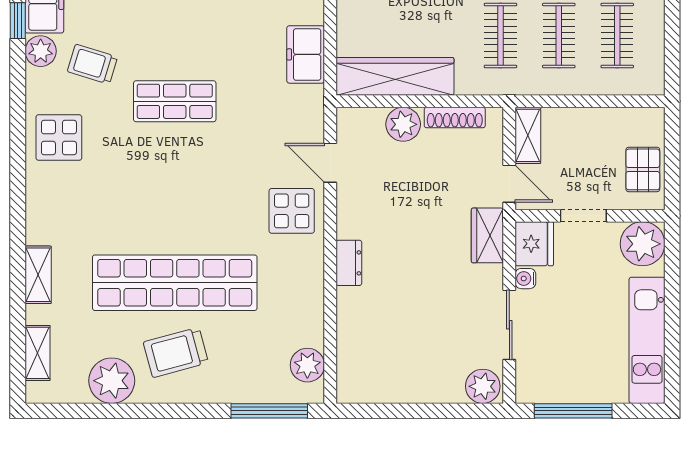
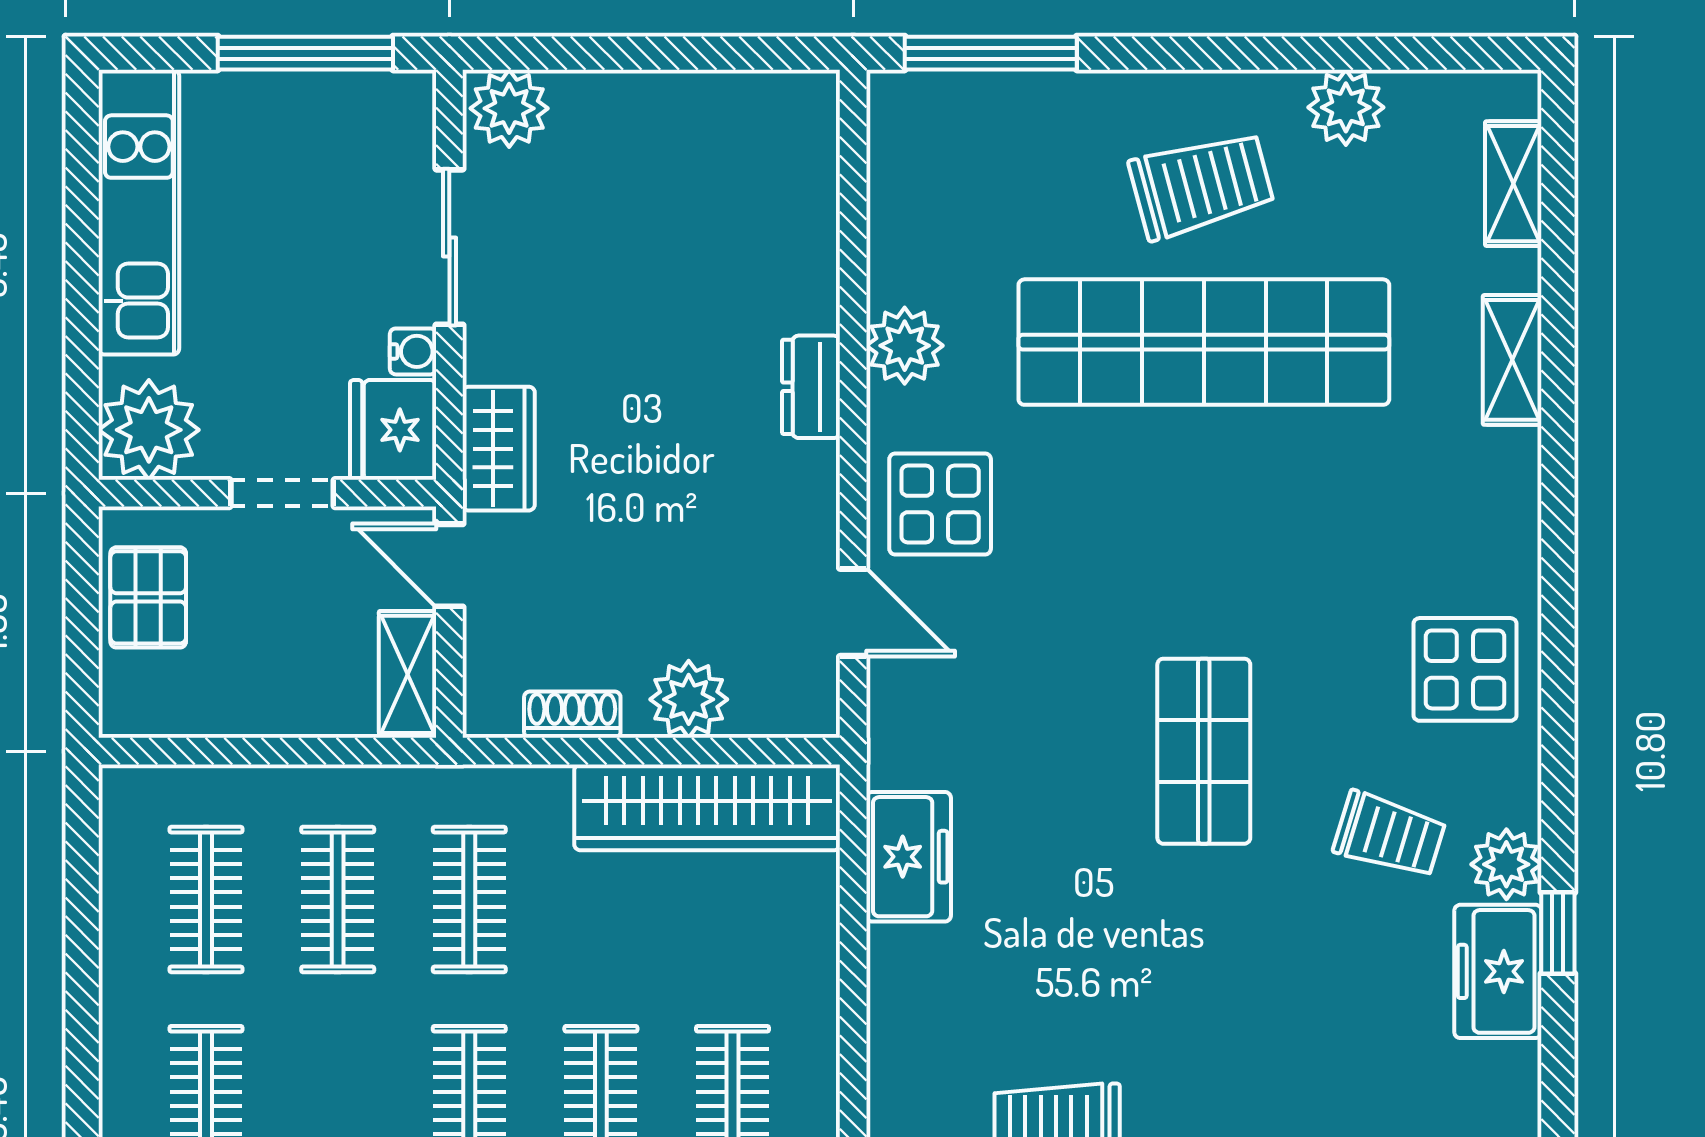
shop shelf: (175, 101) -> (1204, 751), turned 90
shoe rack: (455, 117) -> (572, 715), width x0.70
plant: (307, 365) -> (905, 346), moved
plant: (112, 381) -> (1346, 107), width x0.73, depth x0.73

